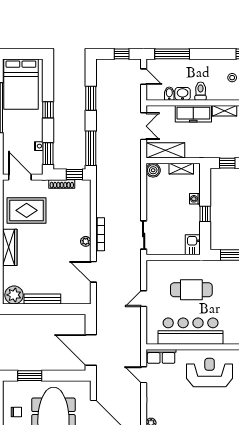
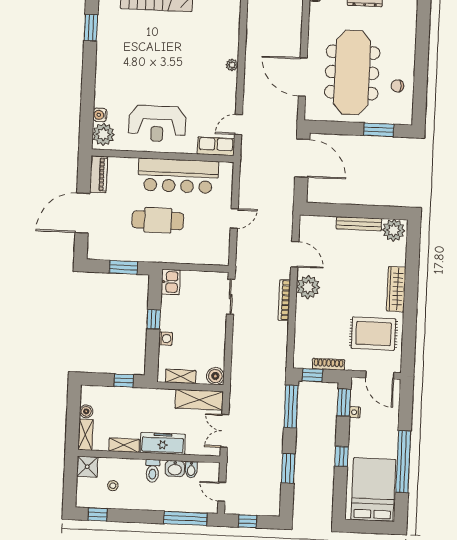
plant: (86, 241) -> (308, 287), width x1.88, depth x1.88
cafe table: (191, 290) -> (158, 220), moved
door: (144, 375) -> (239, 125), swing flipped

